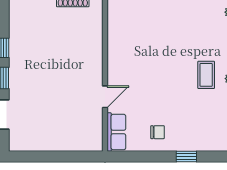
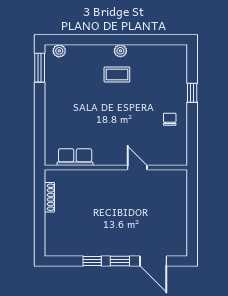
row of seats: (116, 132) -> (75, 157), moved

